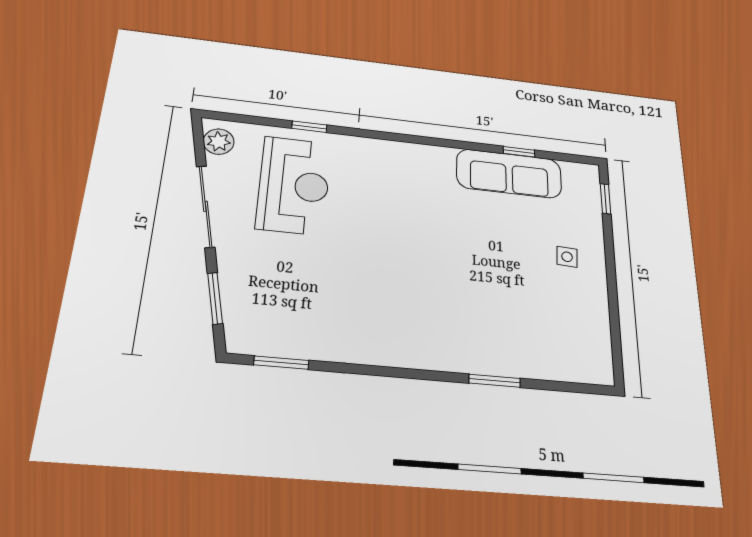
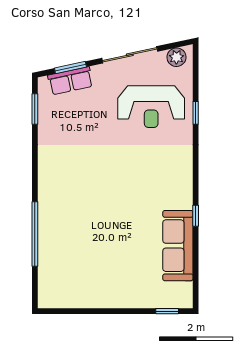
window: (519, 152) -> (196, 216), moved
side table: (567, 257) -> (121, 282), removed
row of seats: (238, 300) -> (70, 81), added
window: (495, 381) -> (35, 234), width x2.11

